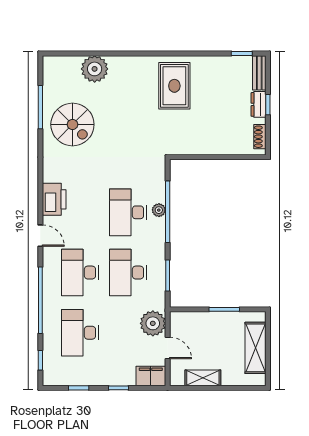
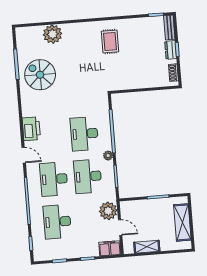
rug: (174, 86) -> (110, 42), width x0.73, depth x0.70
spiral stairs: (72, 124) -> (40, 75), turned 180
plant: (159, 210) -> (108, 156), moved

